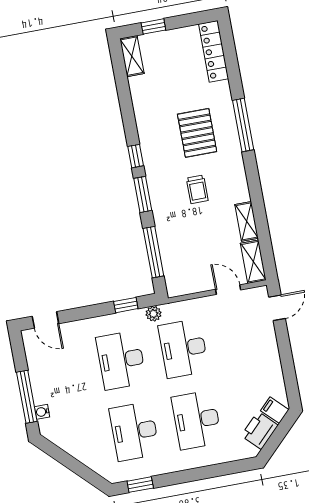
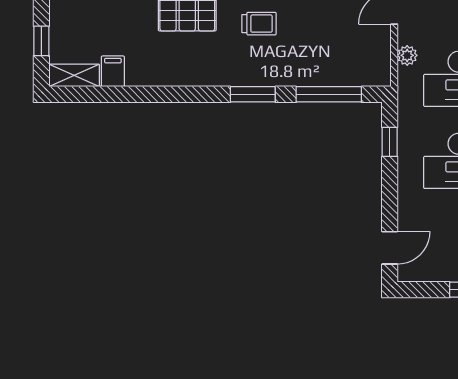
filing cabinet: (140, 85) -> (113, 71), added
window: (136, 156) -> (202, 94), removed
plant: (153, 314) -> (407, 55), moved

